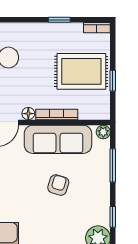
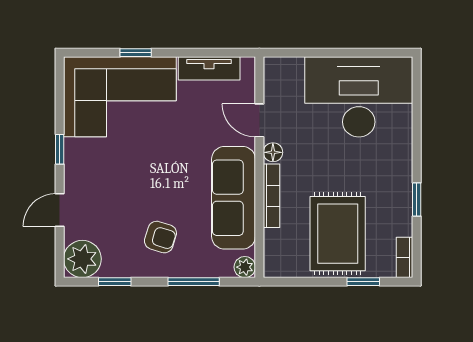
window: (113, 81) -> (363, 282), moved
armchair: (58, 185) -> (160, 237), moved

